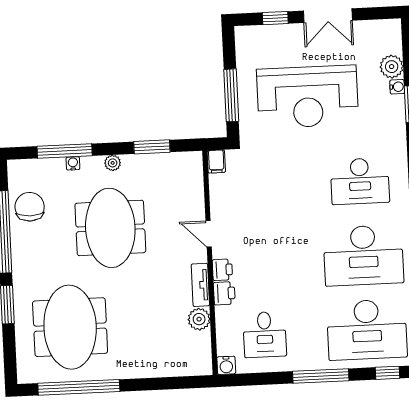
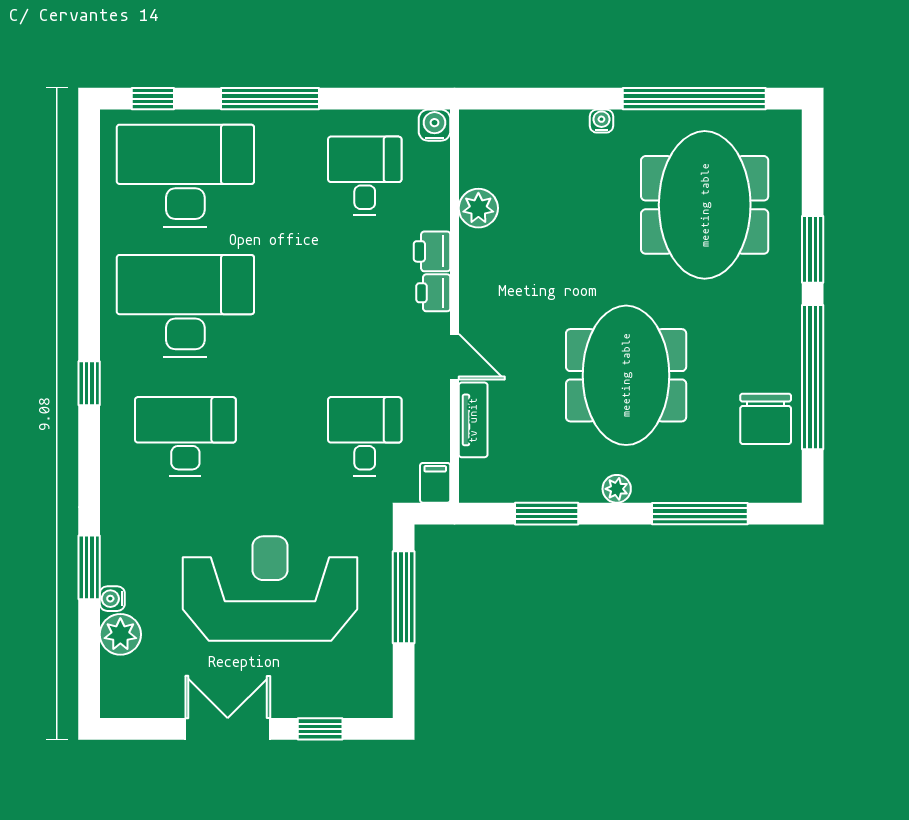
water cooler: (73, 163) -> (601, 121), moved, turned 180
desk: (258, 186) -> (365, 436), added
tv unit: (200, 285) -> (473, 420), moved

